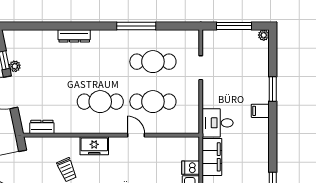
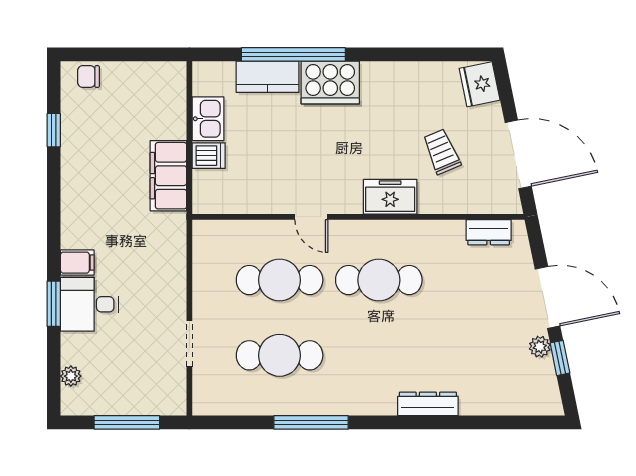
plant: (264, 35) -> (71, 376), moved
desk: (218, 123) -> (89, 304), moved, turned 180

